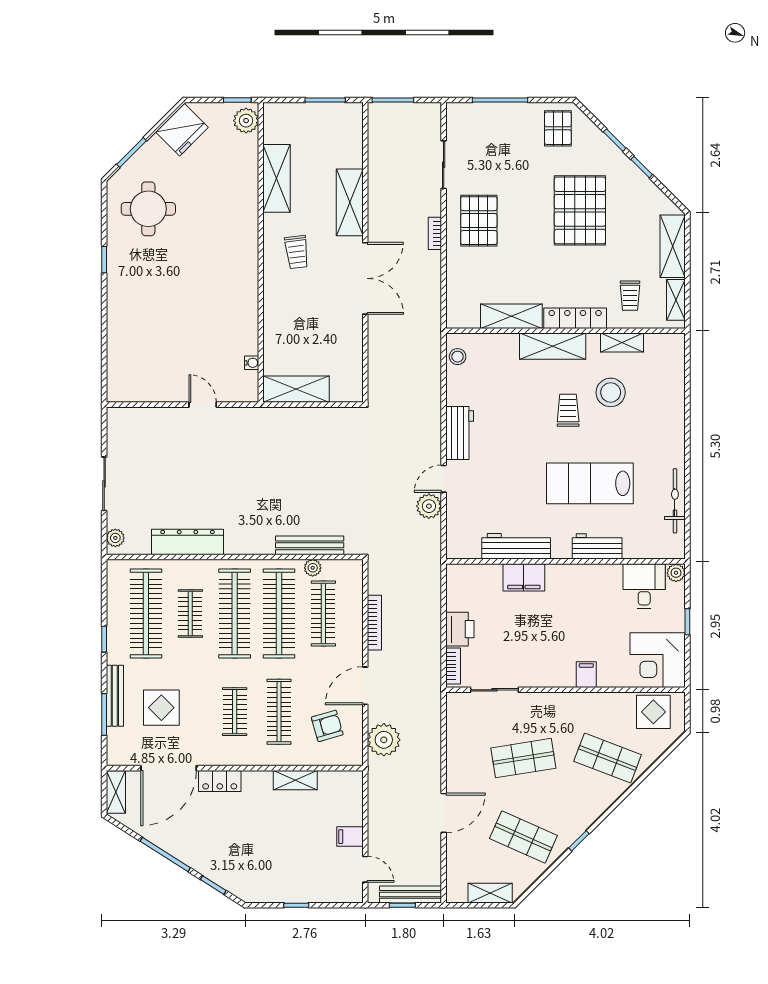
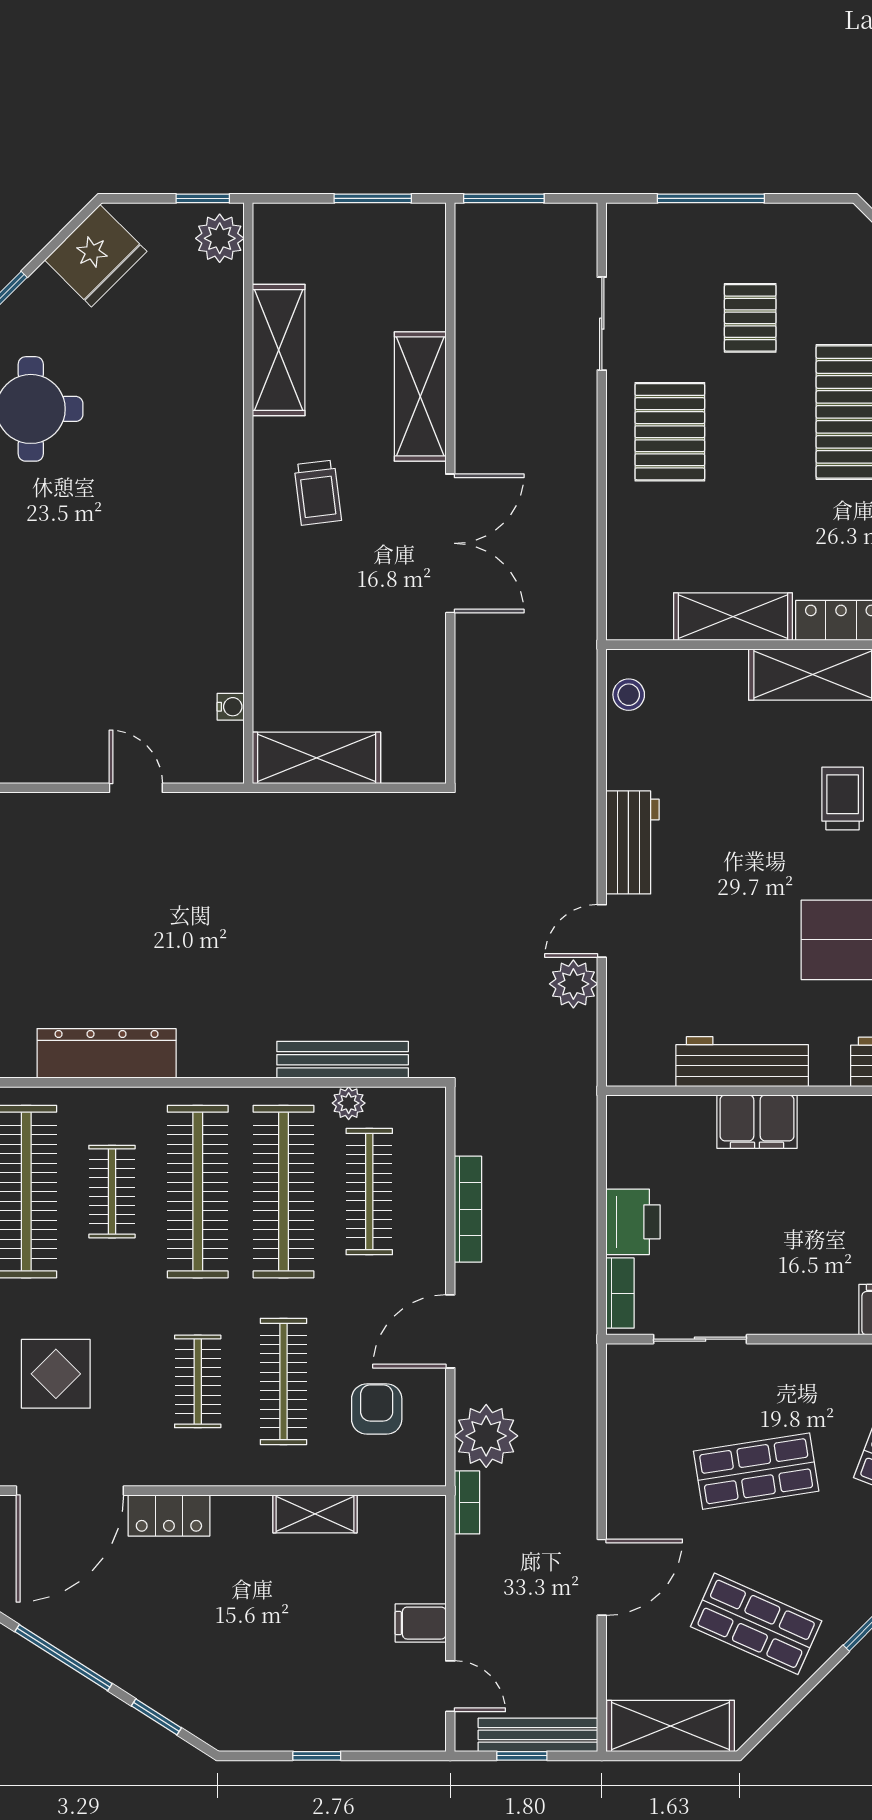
pallet: (558, 128) -> (750, 318), moved
bookcase: (435, 233) -> (467, 1502), moved, turned 180
armchair: (327, 726) -> (377, 1409), turned -74
shelving: (490, 893) -> (670, 1726), width x1.50, depth x1.33

